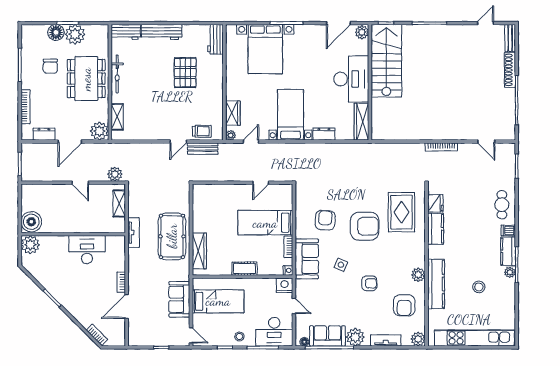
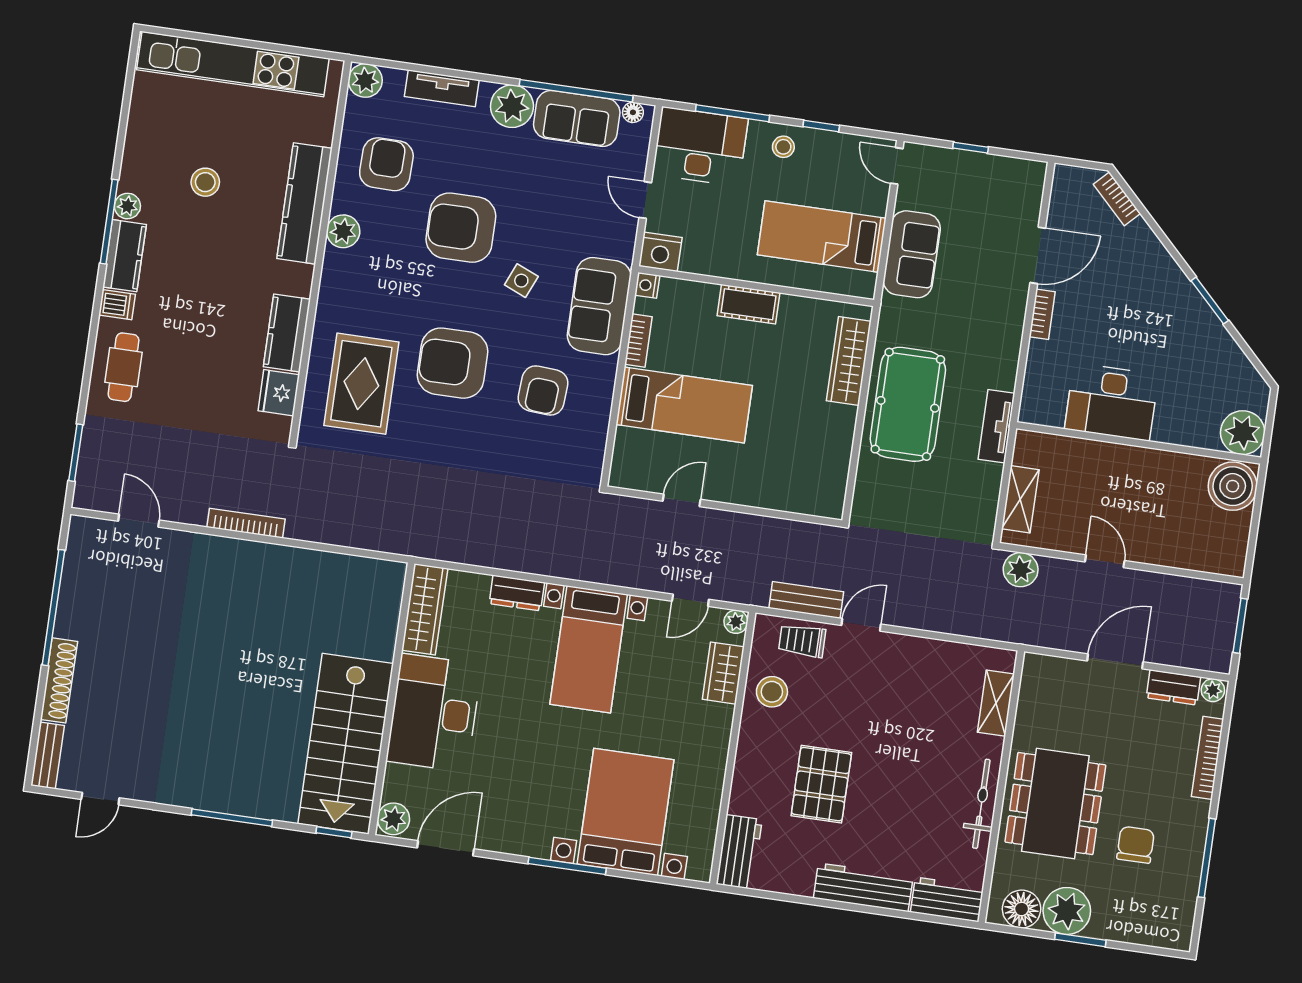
floor lamp: (56, 32) -> (1022, 909), moved
stool: (211, 108) -> (772, 692), added
plant: (99, 131) -> (1213, 690), moved, width x0.53, depth x0.53
armchair: (369, 283) -> (461, 228), width x1.88, depth x1.88

